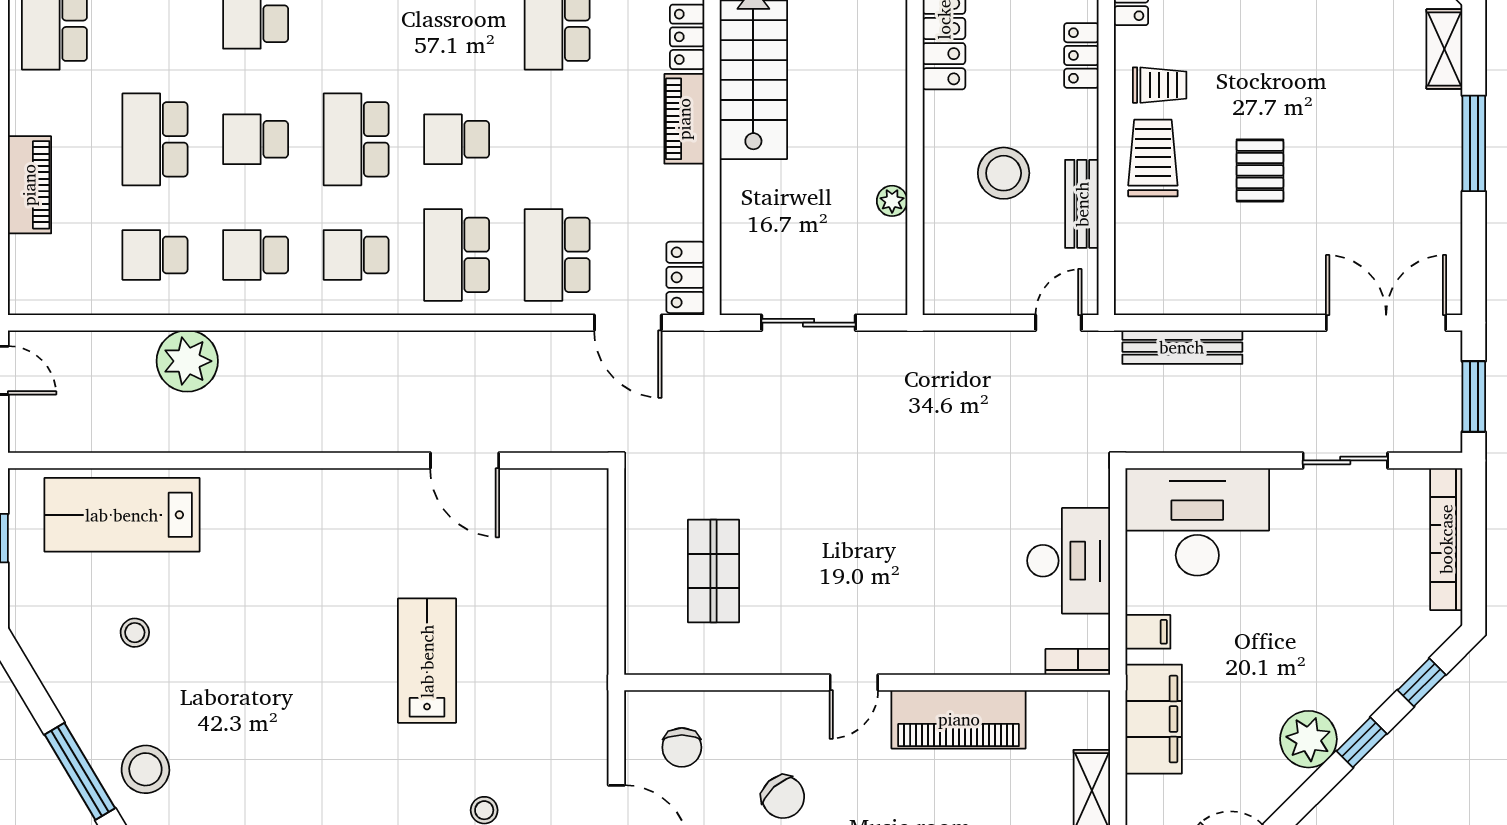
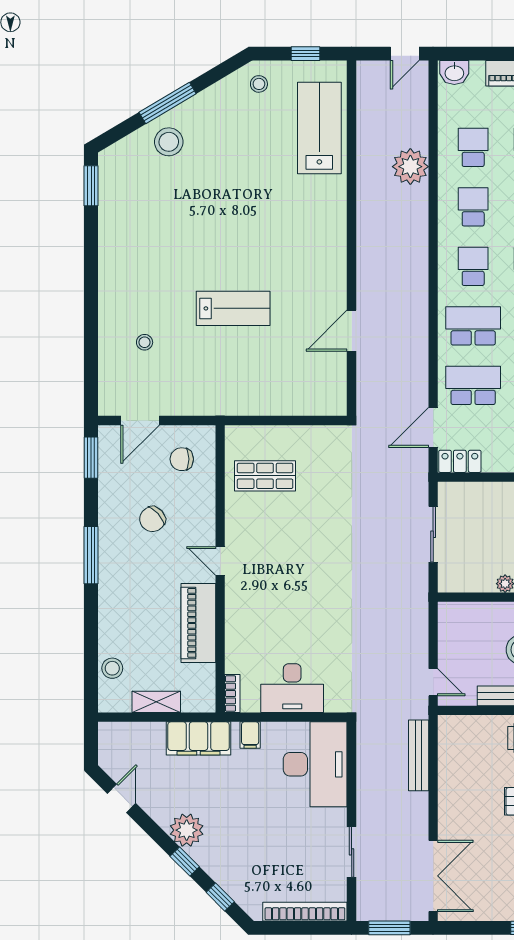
washbasin: (28, 287) -> (454, 72), added
shop shelf: (714, 571) -> (265, 476), moved
stool: (135, 633) -> (259, 84), moved

